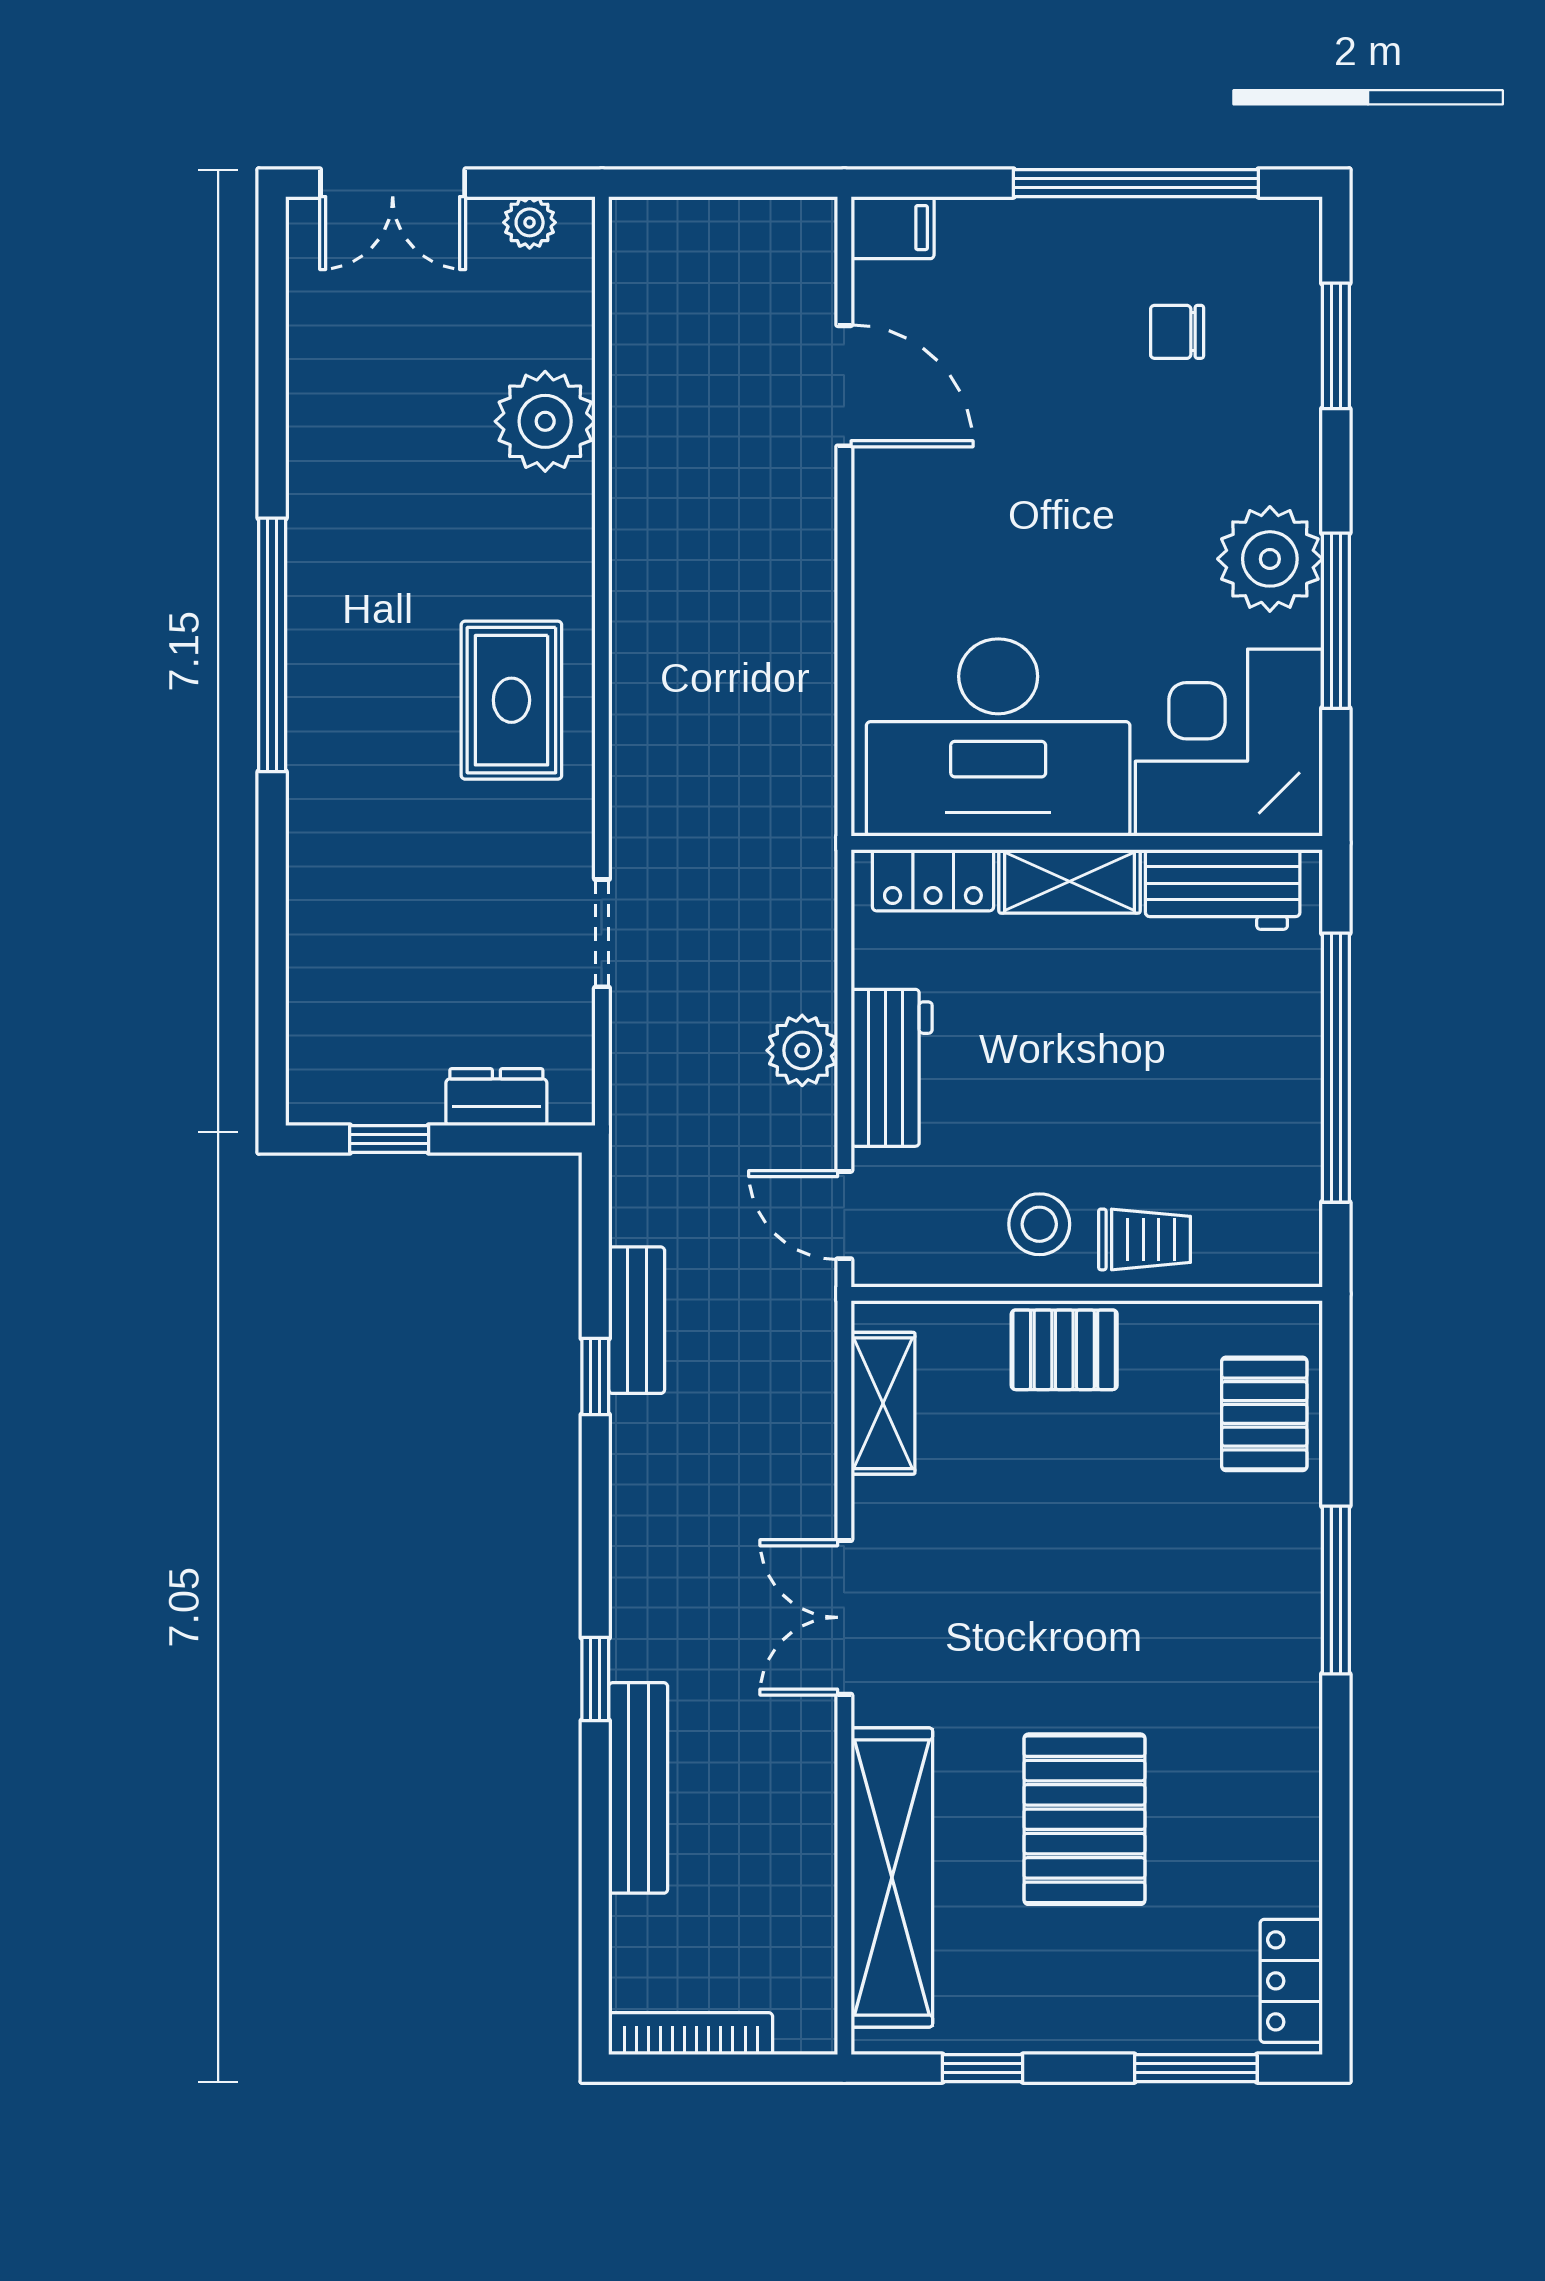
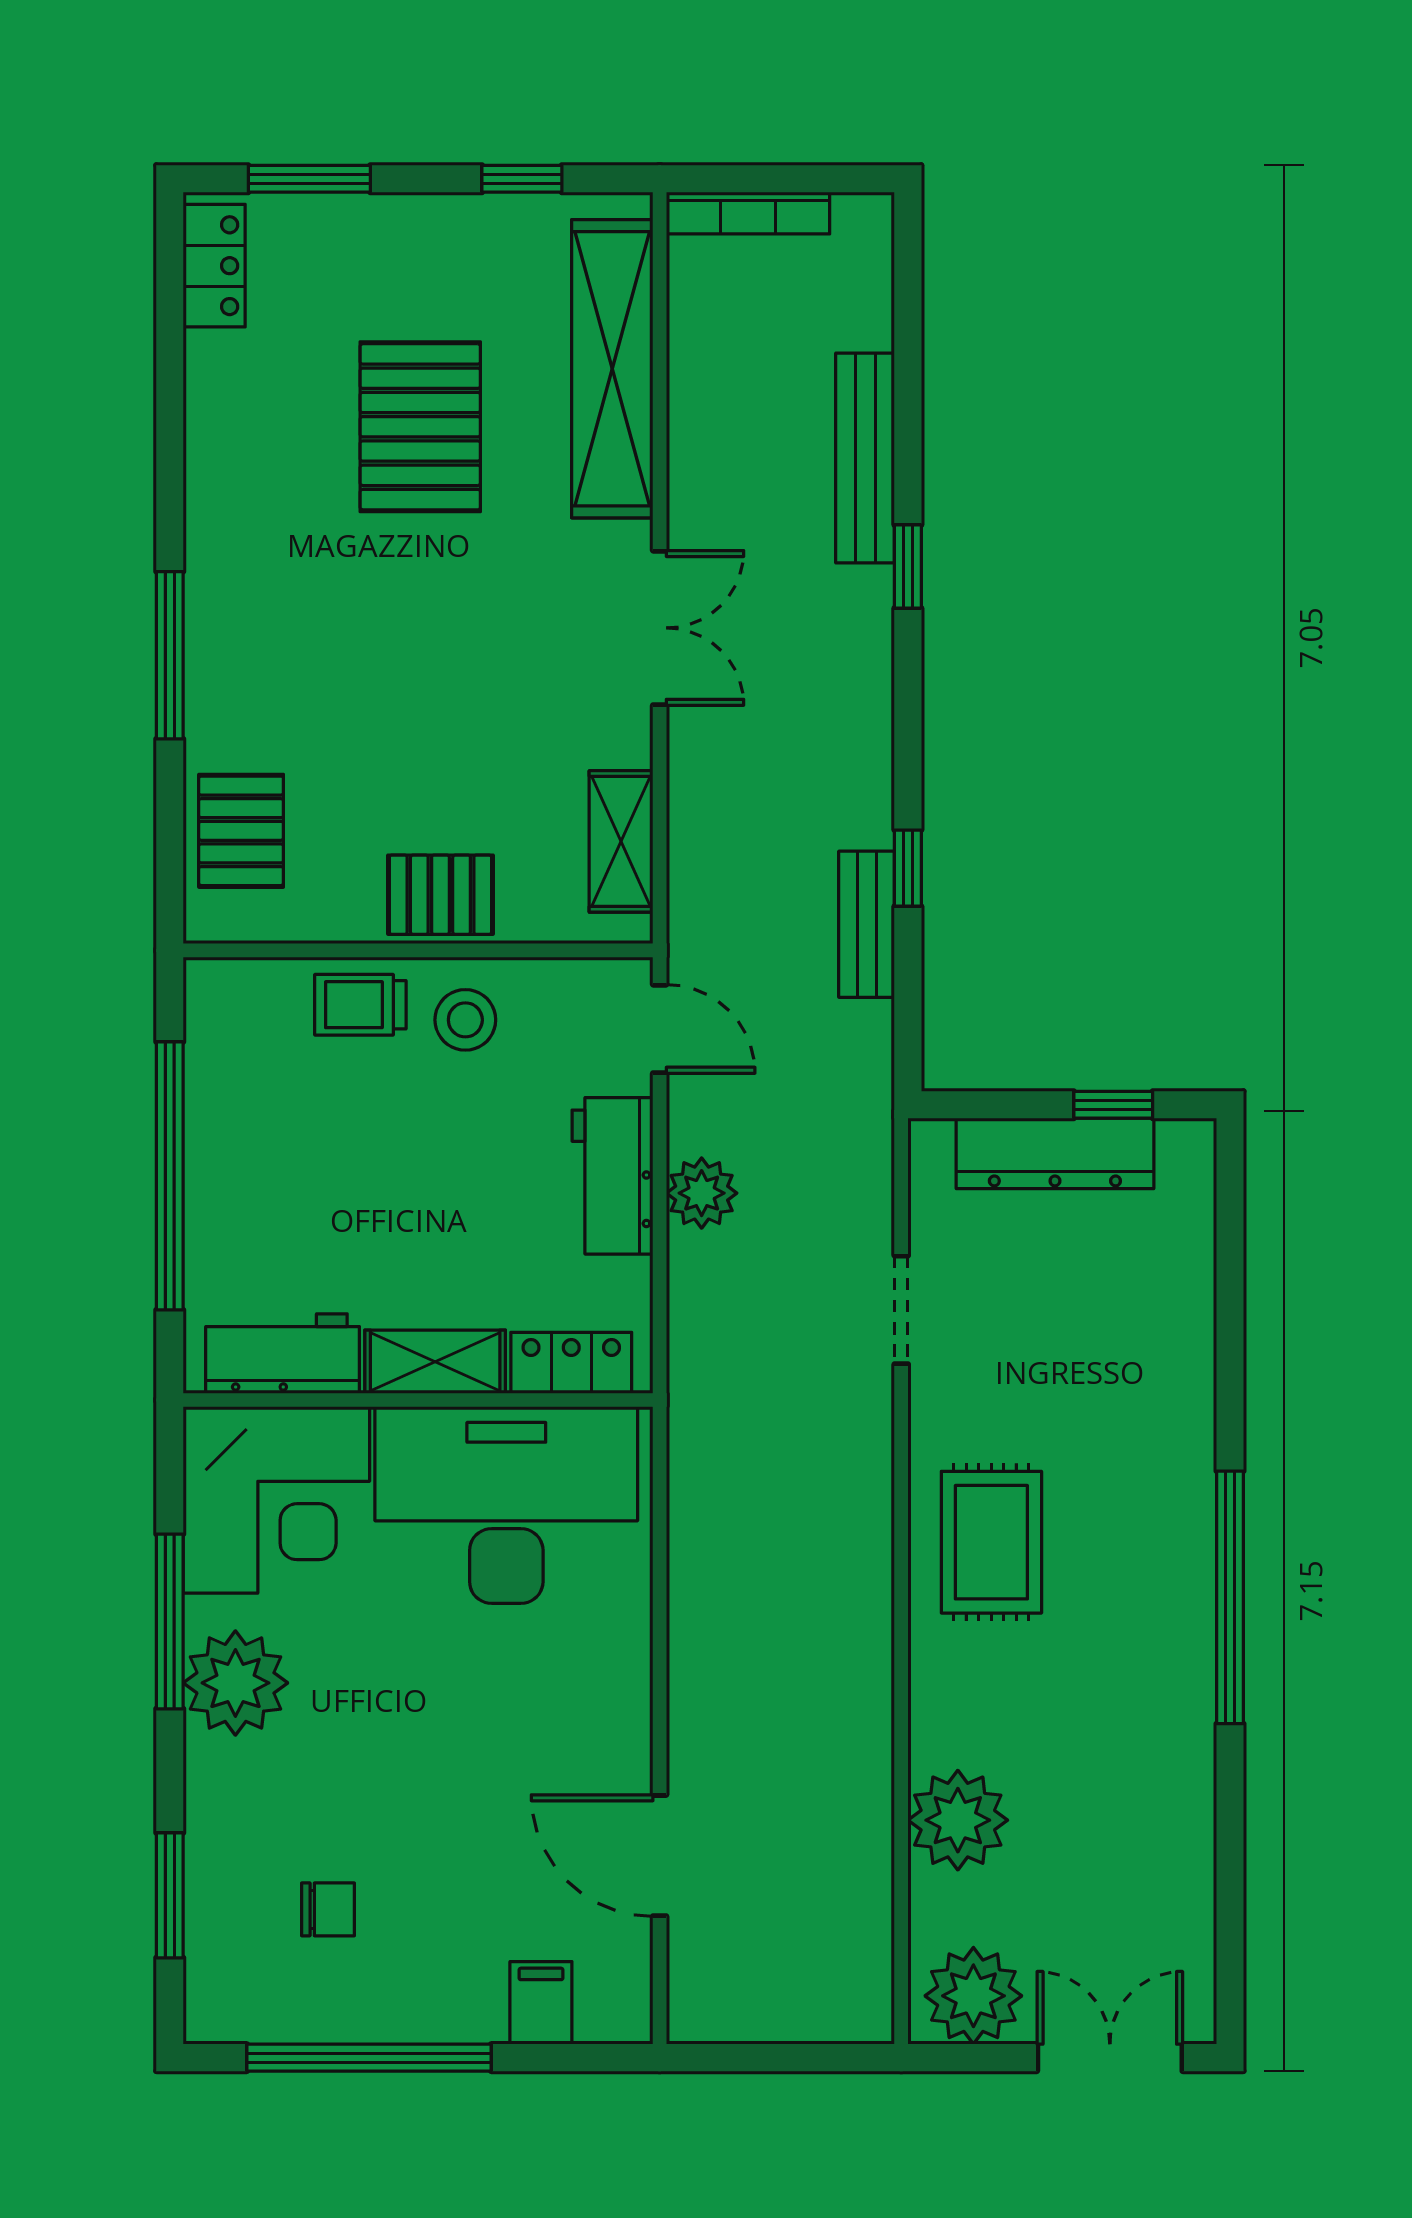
plant: (530, 222) -> (973, 1996), width x1.88, depth x1.88
filing cabinet: (893, 228) -> (541, 2003), moved, turned 90
dresser: (496, 1097) -> (1055, 1153), width x1.96, depth x1.24
bookcase: (691, 2034) -> (748, 213), moved

